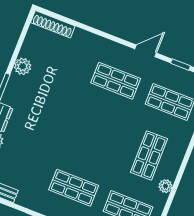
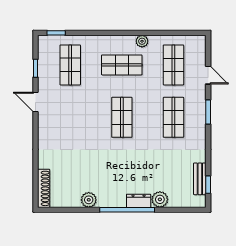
shop shelf: (116, 81) -> (122, 117), moved

